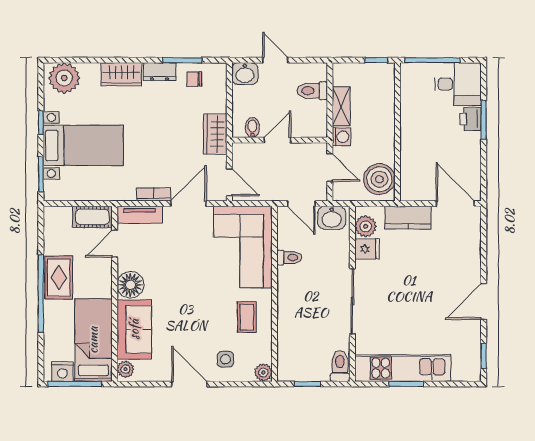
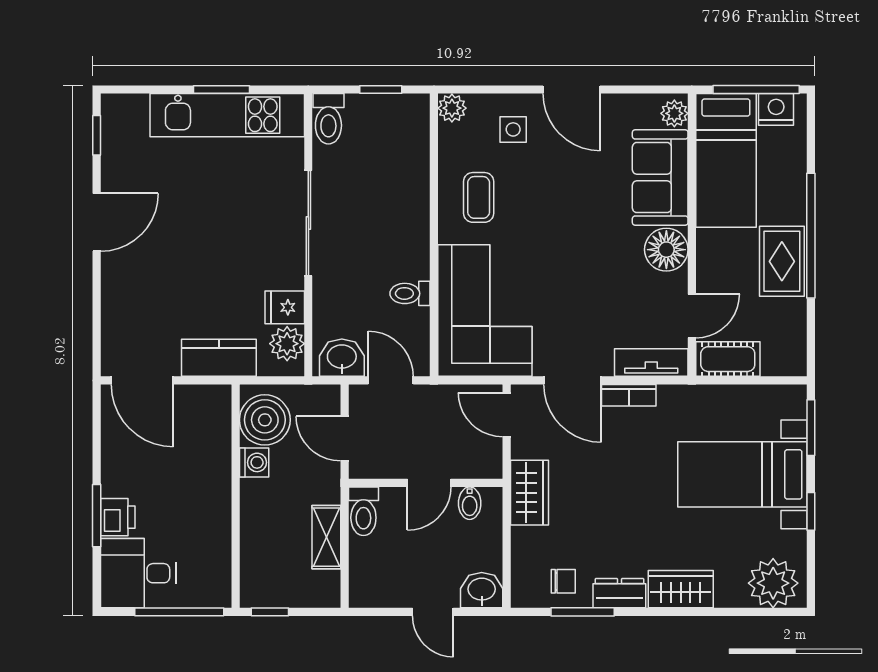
toilet: (312, 91) -> (363, 511), moved, turned 90
washing machine: (341, 137) -> (254, 462), moved, turned 180
door: (189, 204) -> (573, 380), hinge flipped

